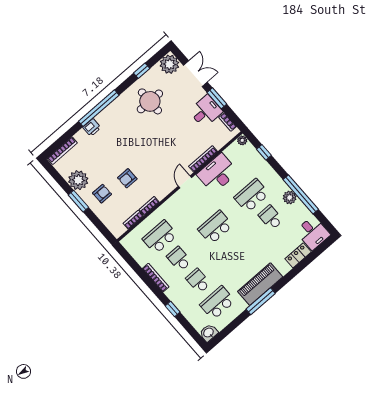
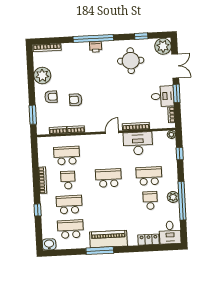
printer: (92, 128) -> (96, 47), moved
window: (78, 201) -> (33, 115), moved
school desk: (198, 281) -> (69, 205), width x1.85

